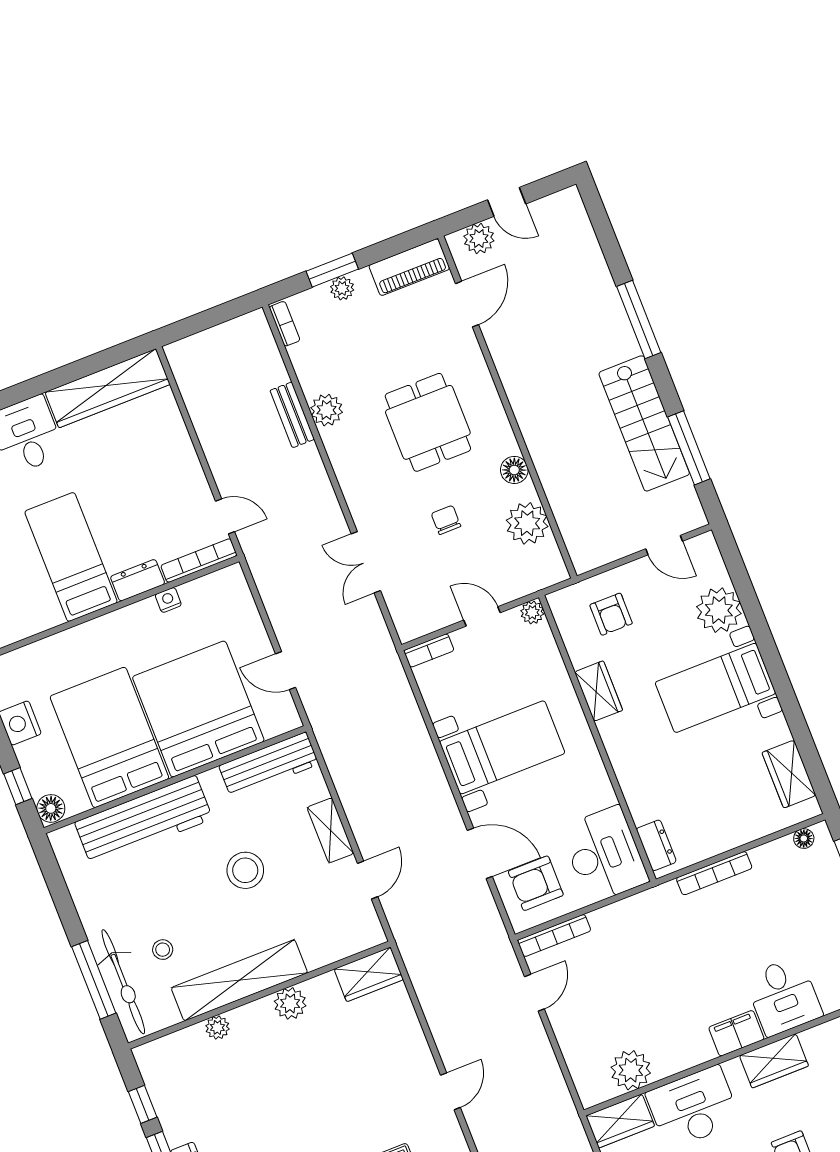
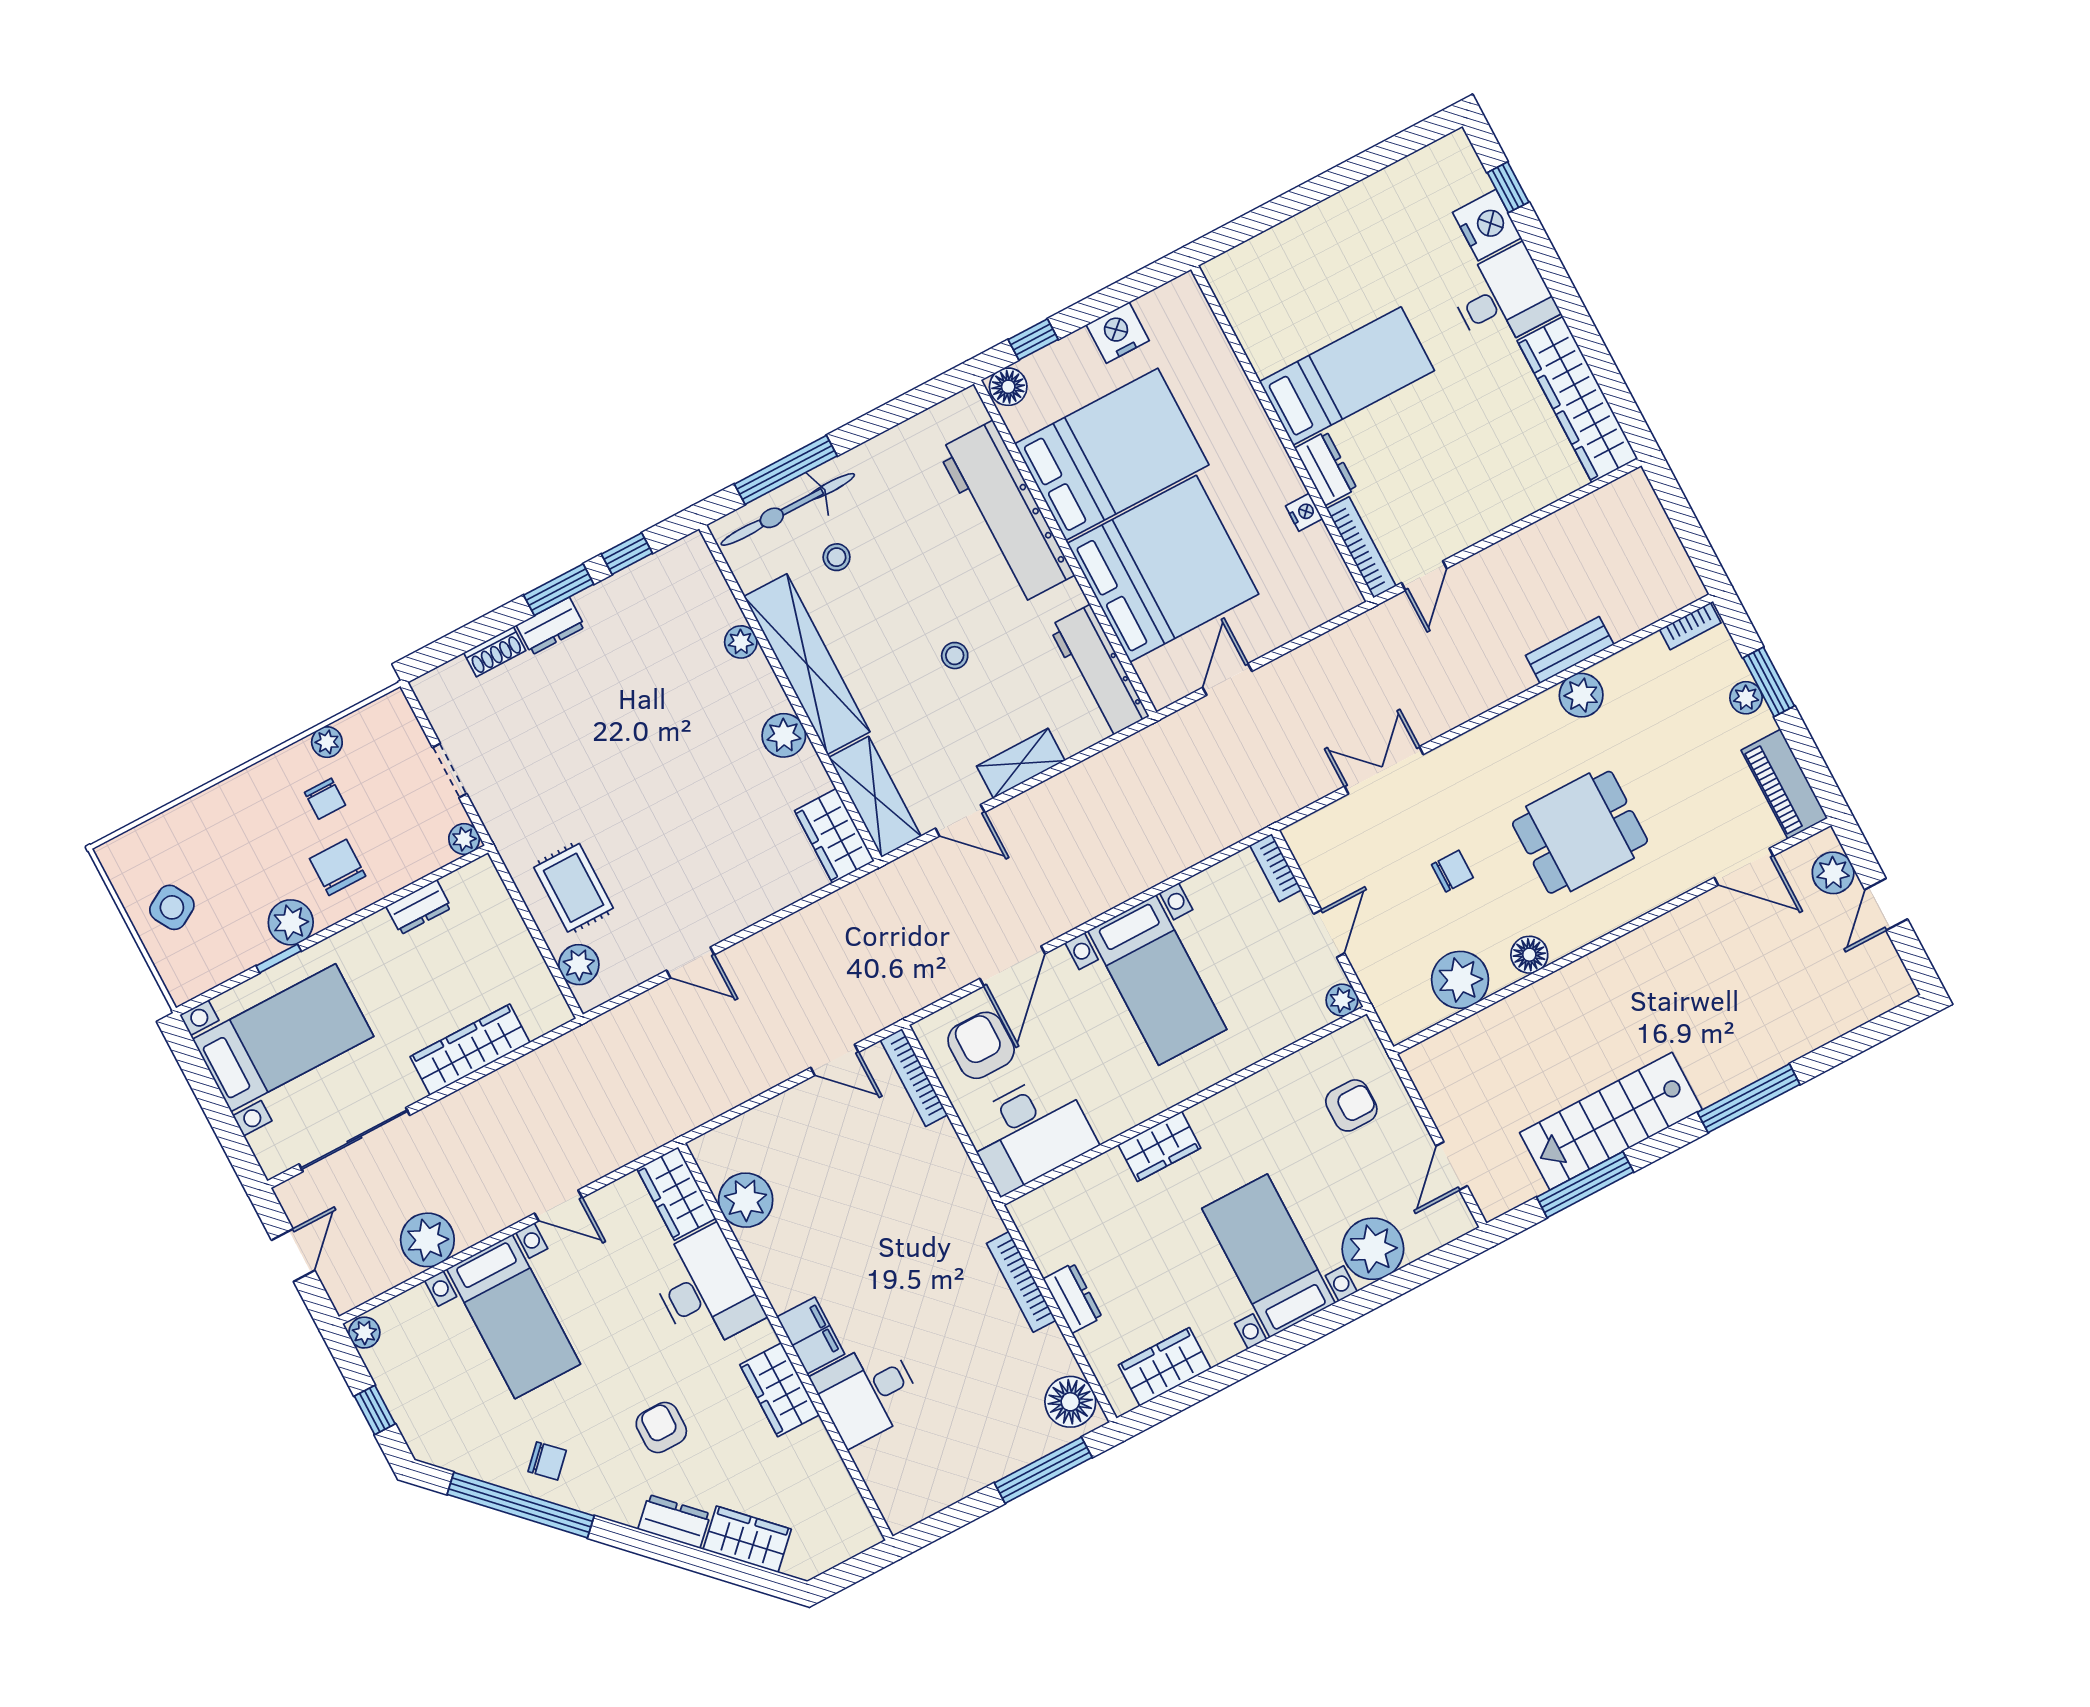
armchair: (611, 614) -> (1351, 1105), turned 180
wardrobe: (599, 691) -> (1159, 1146), moved
floor lamp: (804, 838) -> (1070, 1402), width x1.89, depth x1.89
dresser: (656, 845) -> (1073, 1298), moved, turned -90
stool: (245, 870) -> (955, 656), width x0.53, depth x0.53
shelving: (343, 941) -> (875, 797), added

